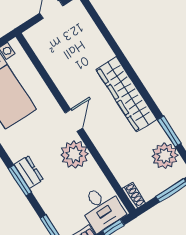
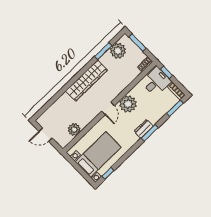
plant: (50, 58) -> (74, 130), added
door: (74, 120) -> (108, 108), swing flipped

